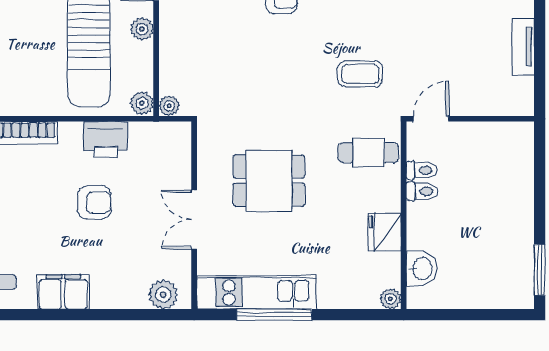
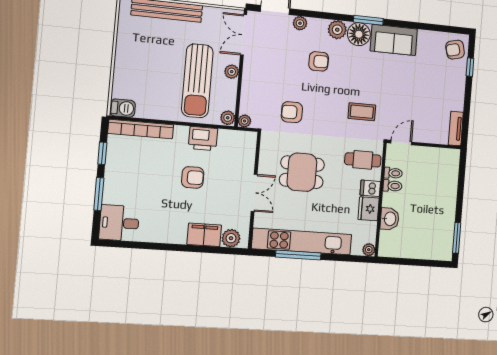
tv unit: (523, 47) -> (456, 128), moved
armchair: (244, 85) -> (292, 112), added
dishwasher: (385, 198) -> (370, 188), added
double door: (194, 219) -> (254, 193), swing flipped
washbasin: (422, 268) -> (390, 219), moved
filing cabinet: (63, 292) -> (204, 235), moved
kitchen unit: (256, 292) -> (302, 241), width x1.36

